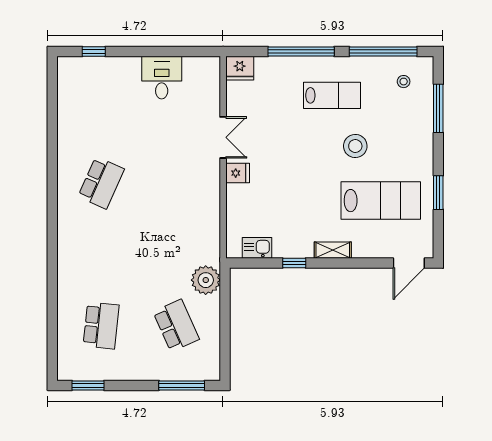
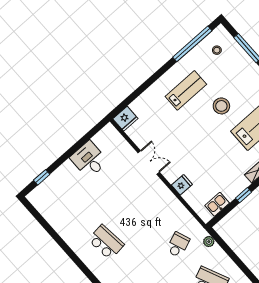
window: (301, 51) -> (150, 82), removed
fridge: (238, 173) -> (182, 185), moved
school desk: (101, 183) -> (106, 242), turned -30
school desk: (176, 254) -> (178, 245), added
plant: (206, 280) -> (209, 242), width x0.53, depth x0.53

